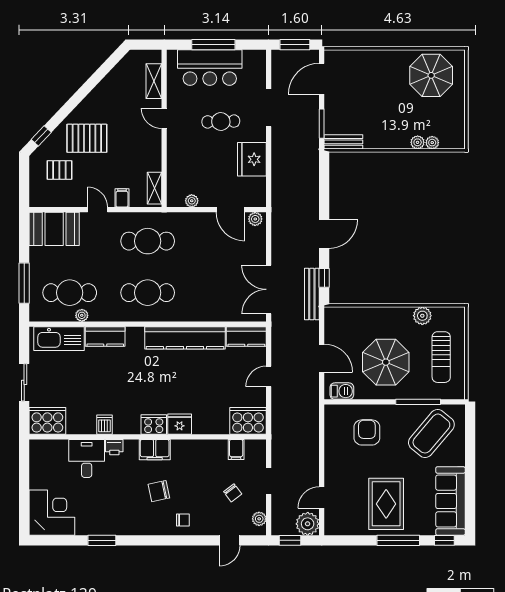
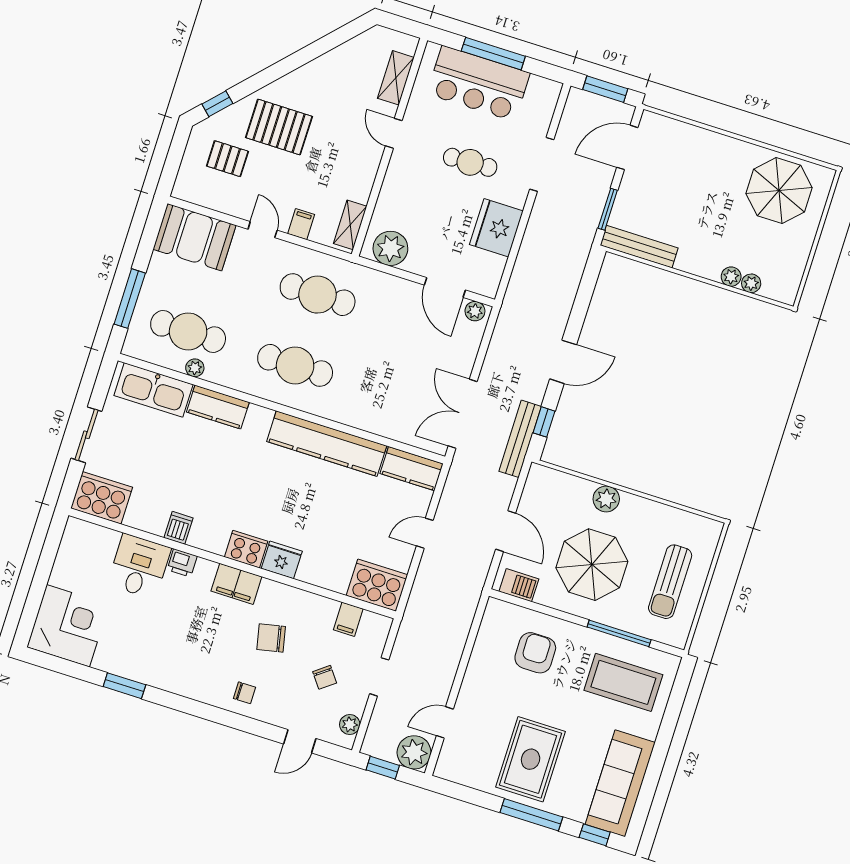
bench: (343, 142) -> (639, 247), width x1.36
plant: (192, 201) -> (390, 248), width x1.87, depth x1.87
plant: (422, 316) -> (606, 499), moved
coffee table: (431, 434) -> (623, 682), turned 50
chair: (159, 491) -> (271, 638), moved

